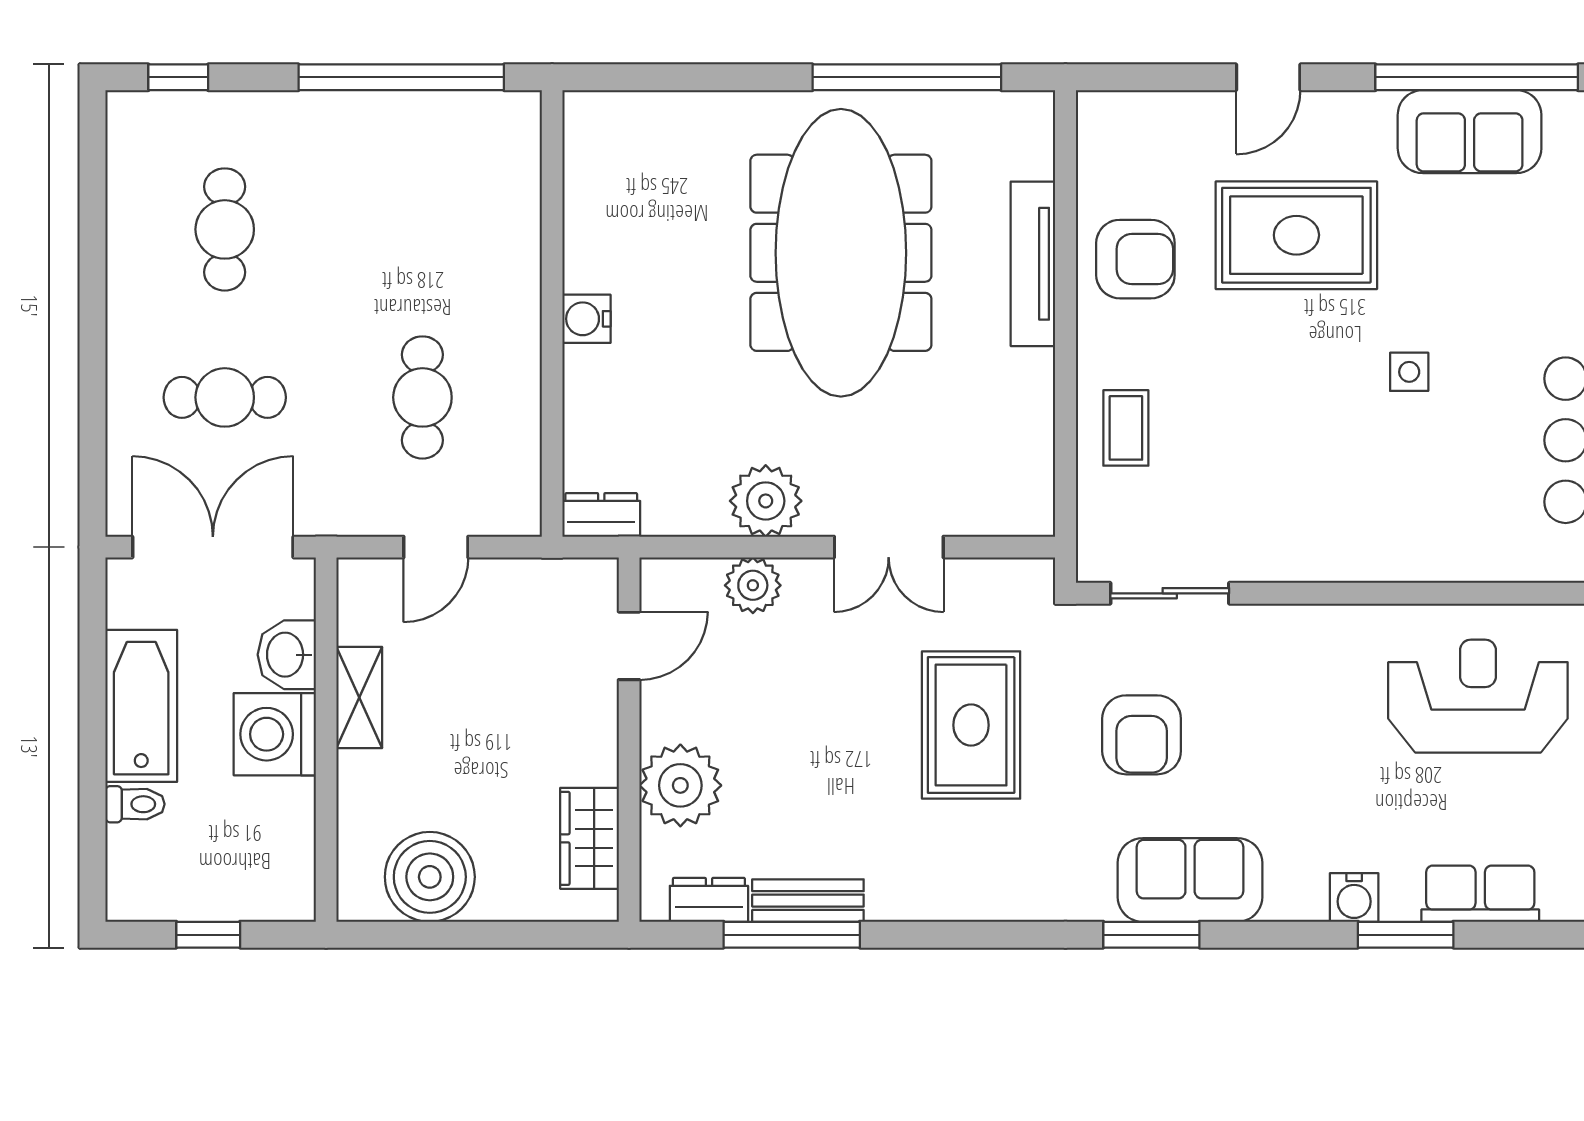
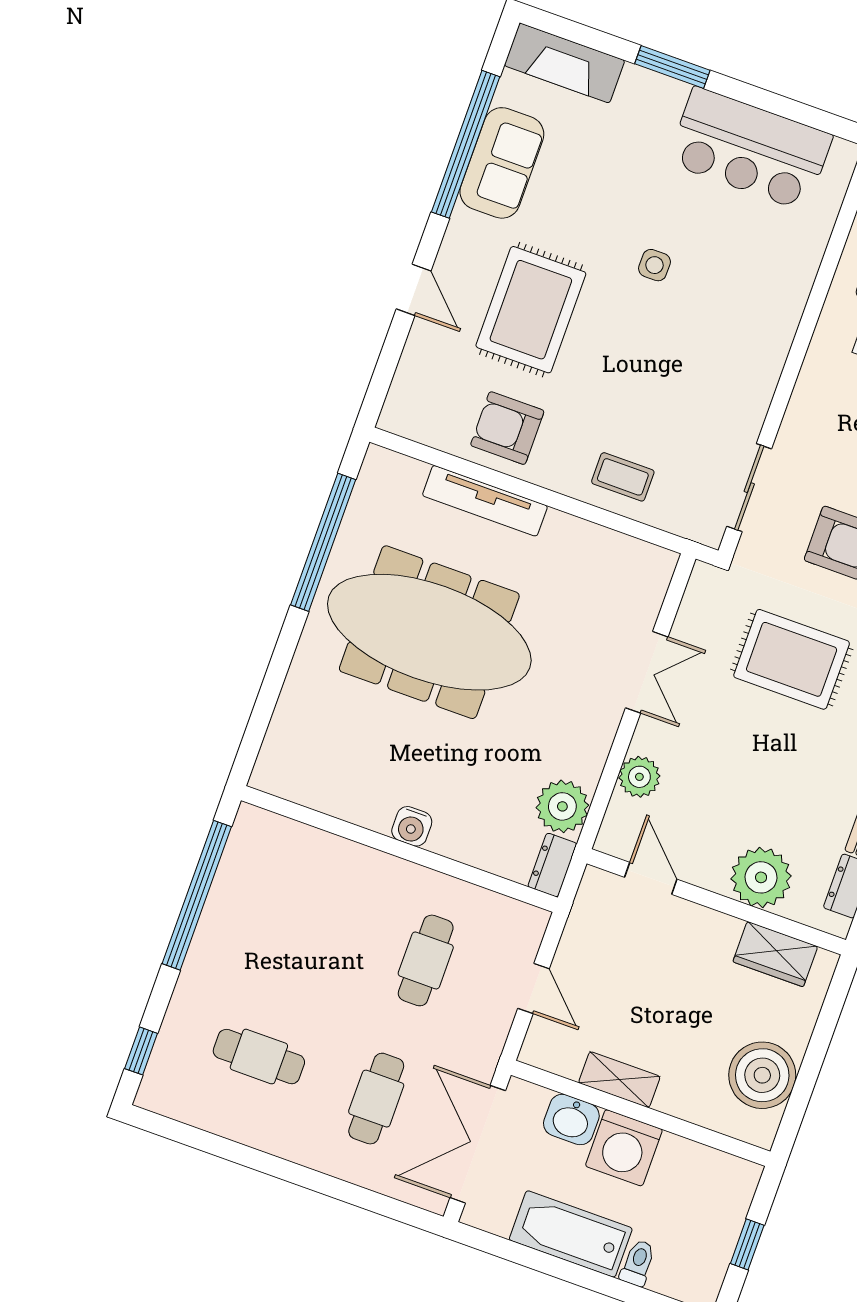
armchair: (1135, 259) -> (507, 428), turned -90
cafe table: (422, 397) -> (426, 960), turned 90
plant: (766, 501) -> (562, 806), moved

